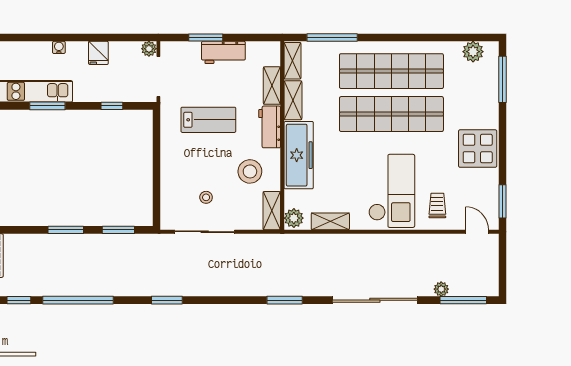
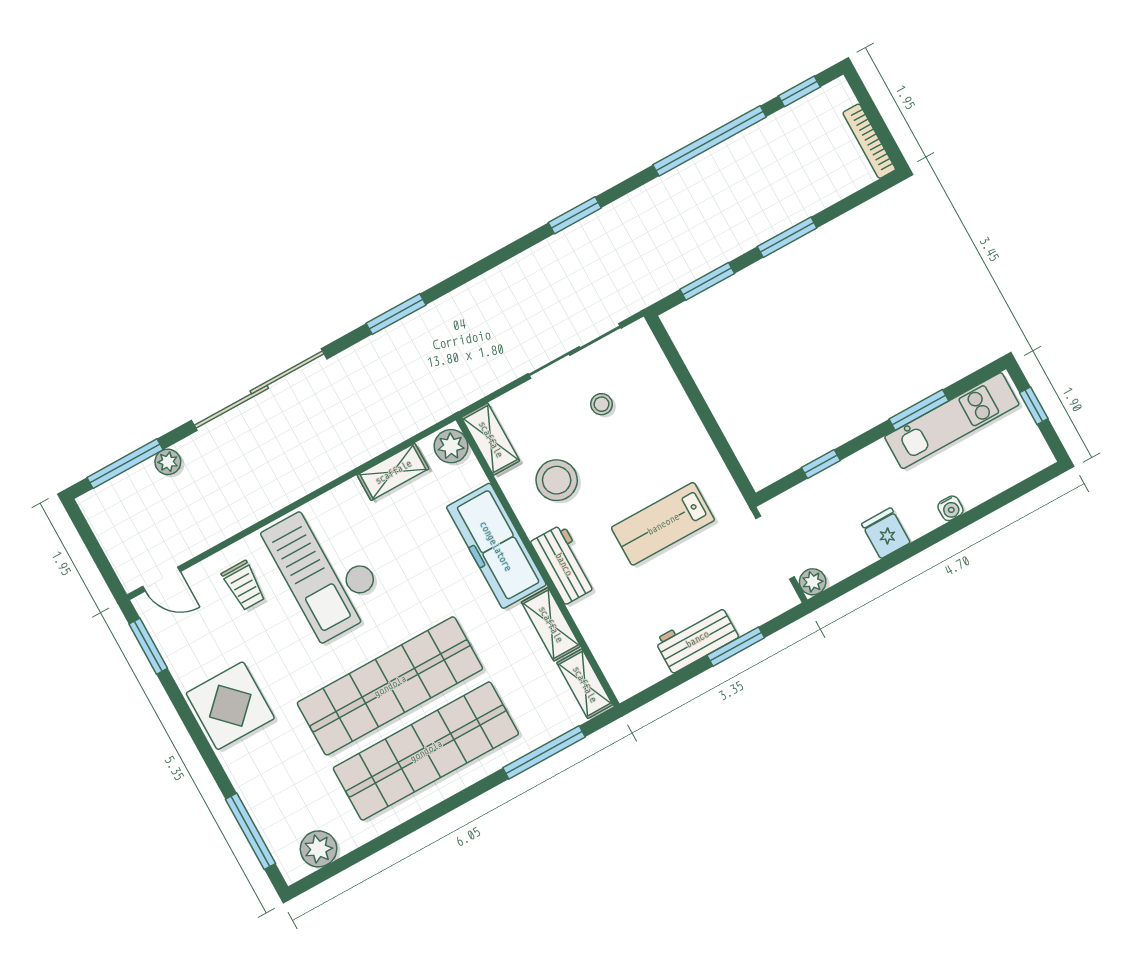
shelving: (272, 86) -> (595, 629), removed

